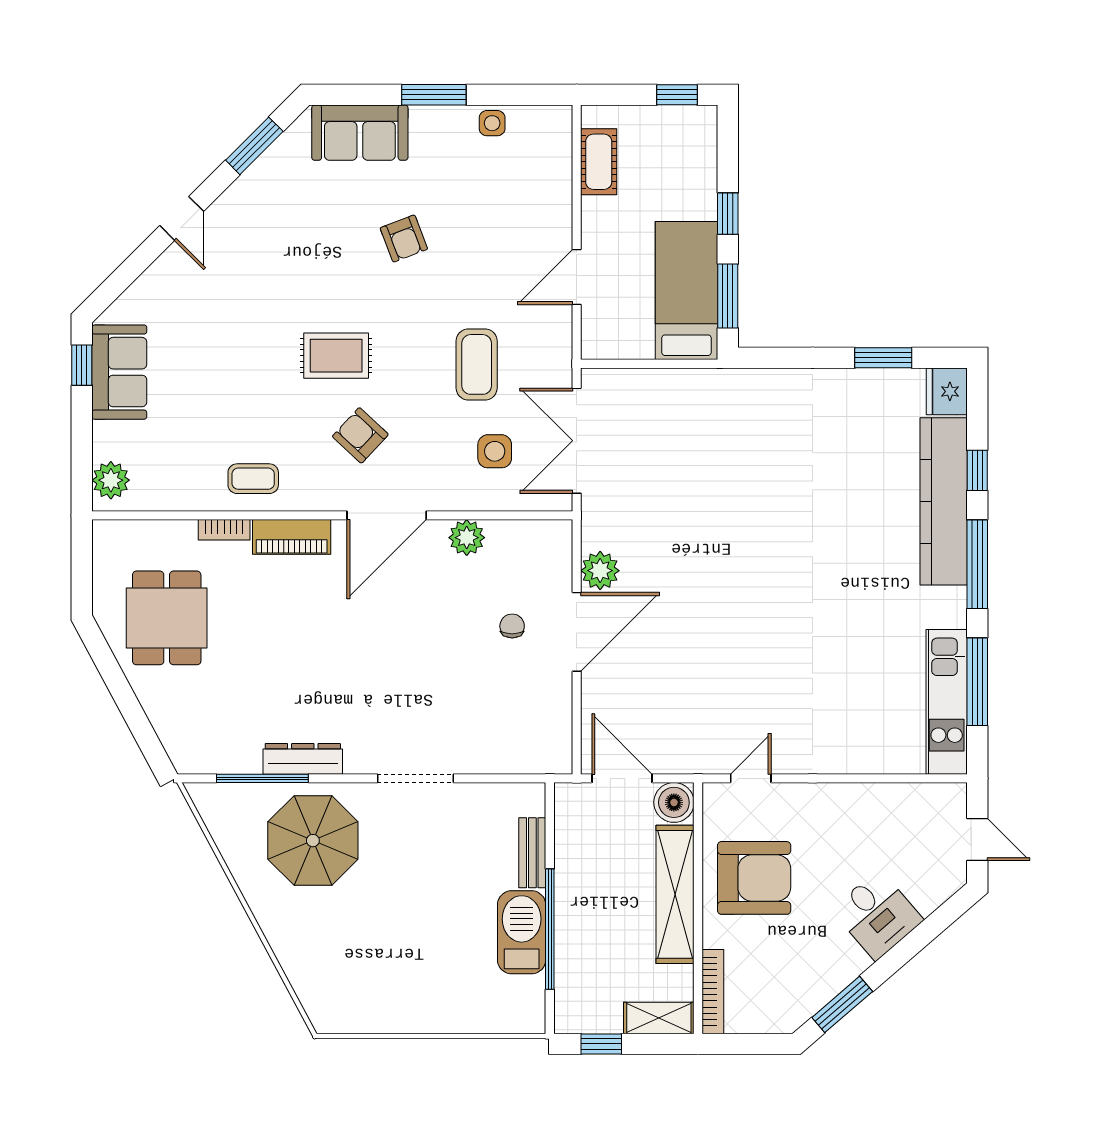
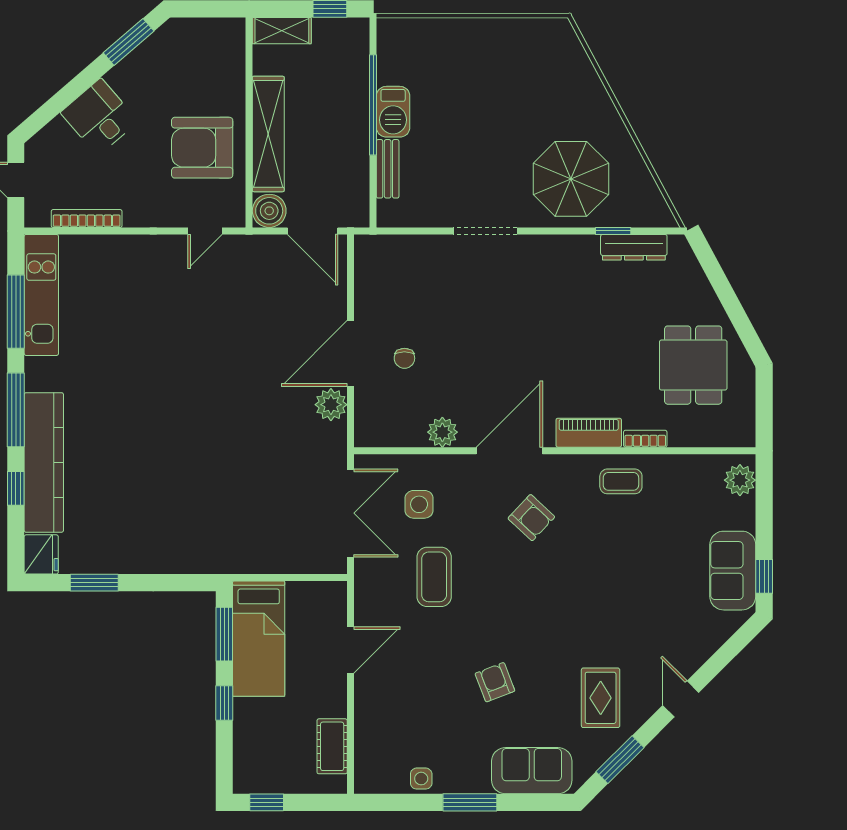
rug: (336, 356) -> (601, 698), moved, turned 90
dresser: (303, 759) -> (634, 247), moved
window: (262, 778) -> (613, 231), width x0.46
barbecue: (522, 932) -> (393, 112), width x0.73, depth x0.83
bookcase: (713, 992) -> (87, 219), moved, turned 90

